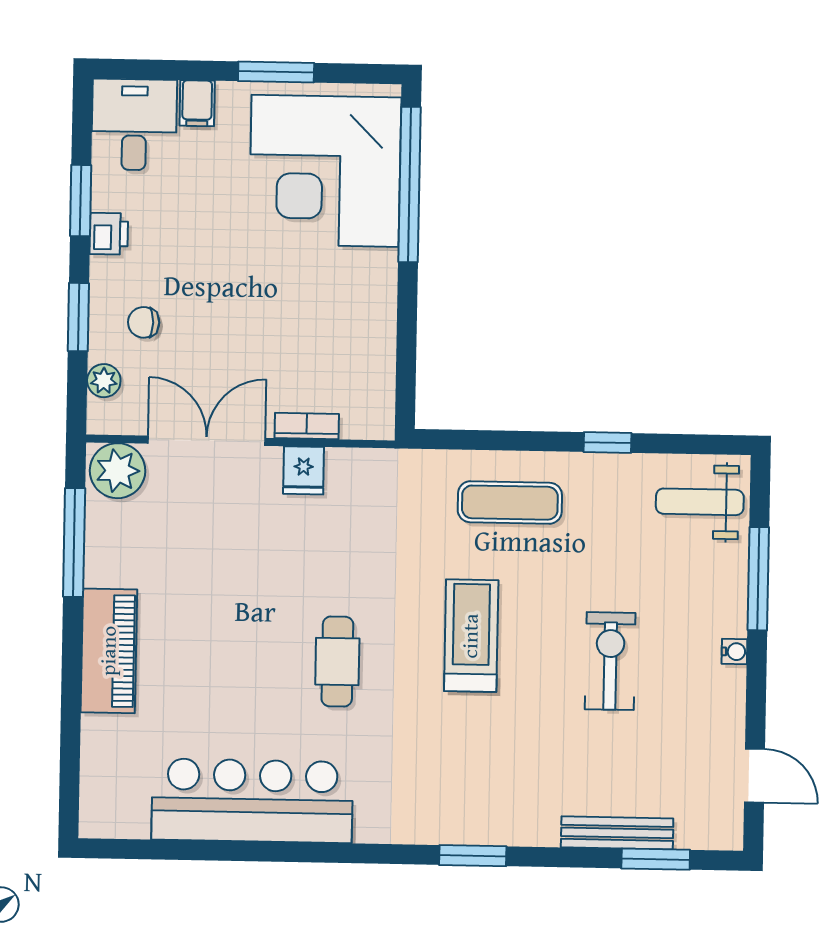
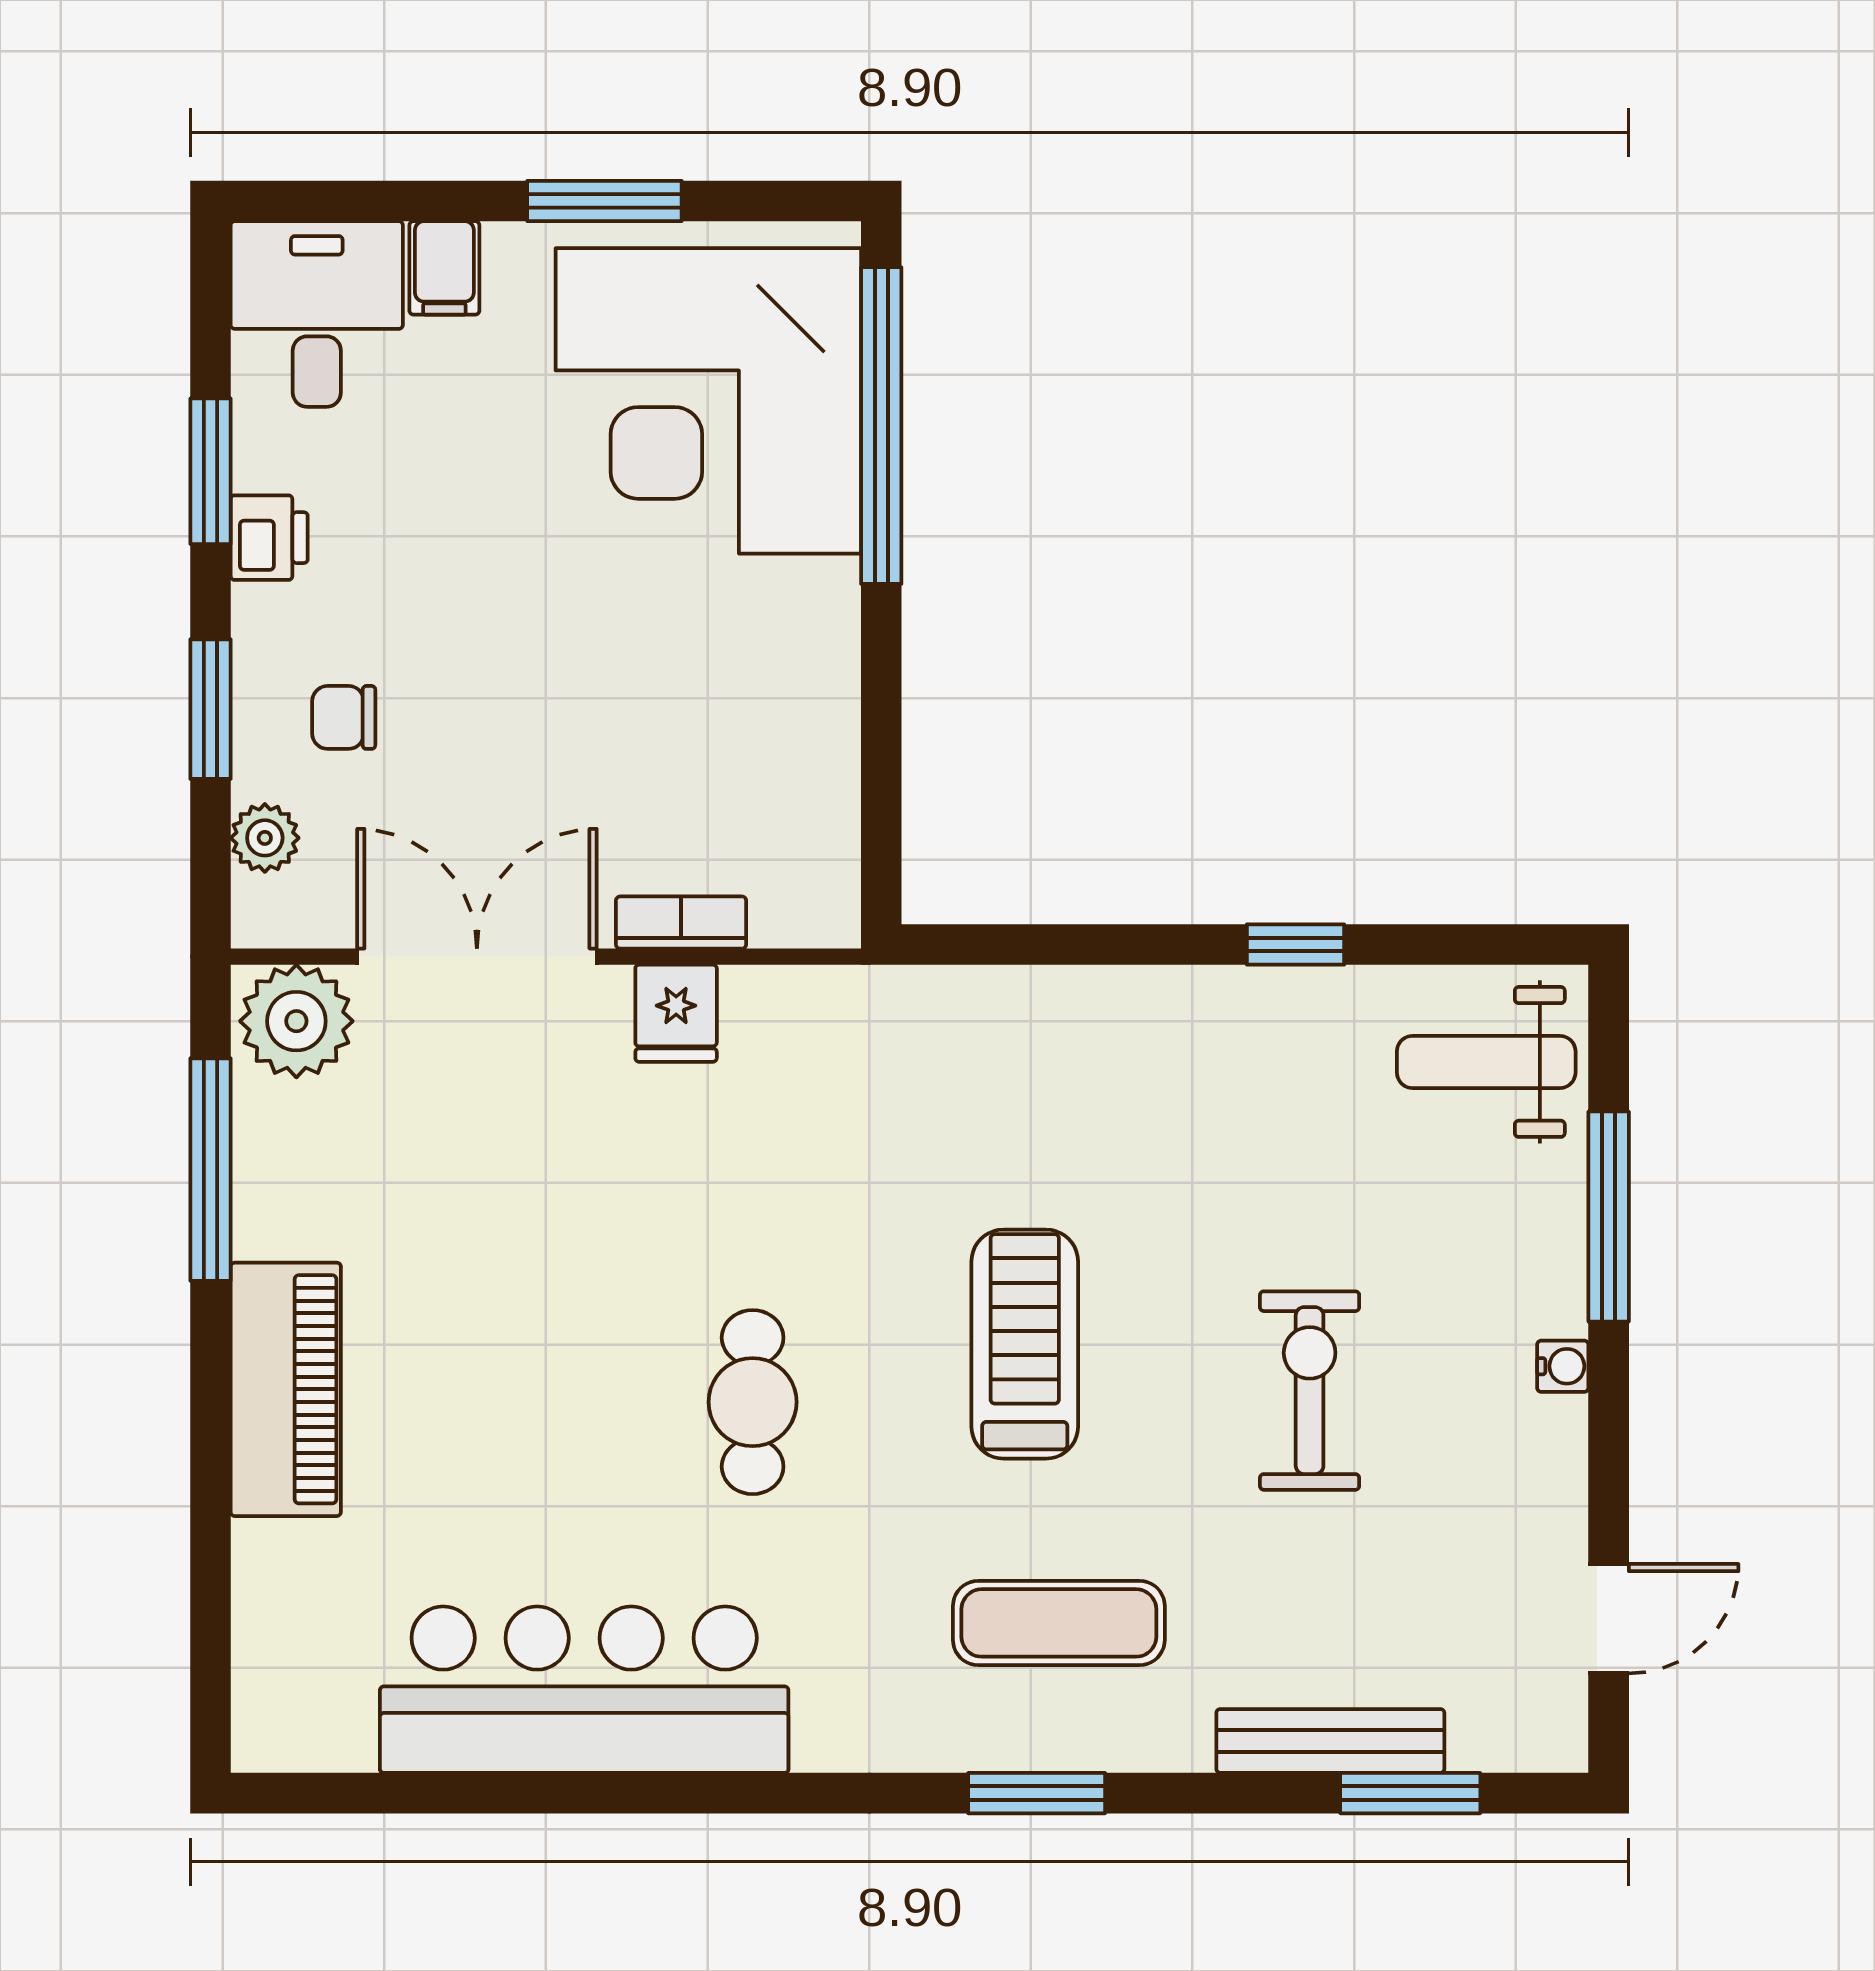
exercise mat: (510, 503) -> (1059, 1623), moved
door: (755, 776) -> (1609, 1619), hinge flipped

